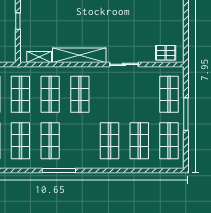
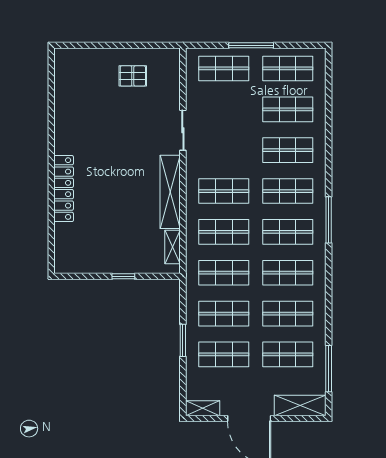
pallet: (166, 53) -> (133, 76), moved, turned 90
shop shelf: (80, 141) -> (288, 191), added

